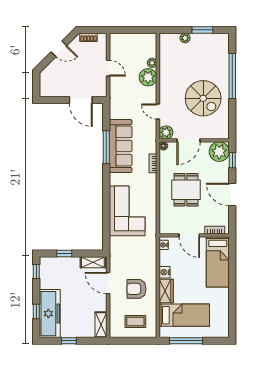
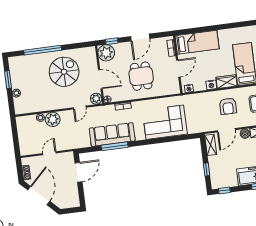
door: (59, 49) -> (39, 196), width x1.87
dining table: (186, 190) -> (141, 76), turned 90
boiler: (101, 305) -> (245, 134), added

